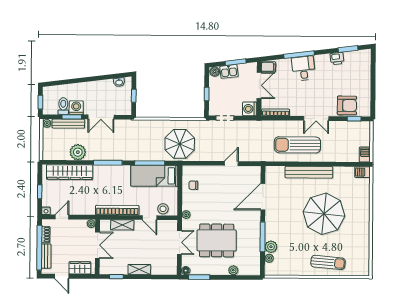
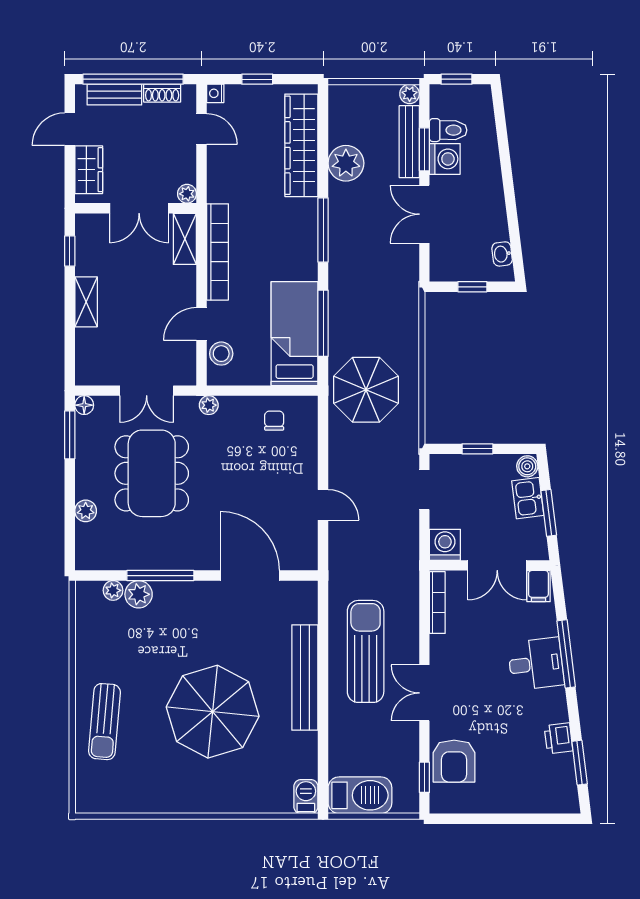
barbecue: (365, 155) -> (360, 795), width x1.88, depth x1.53
shelving: (122, 225) -> (185, 239), moved

